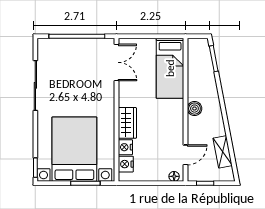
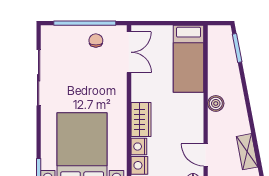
chair: (87, 52) -> (96, 41), added
door: (185, 155) -> (206, 155), swing flipped

